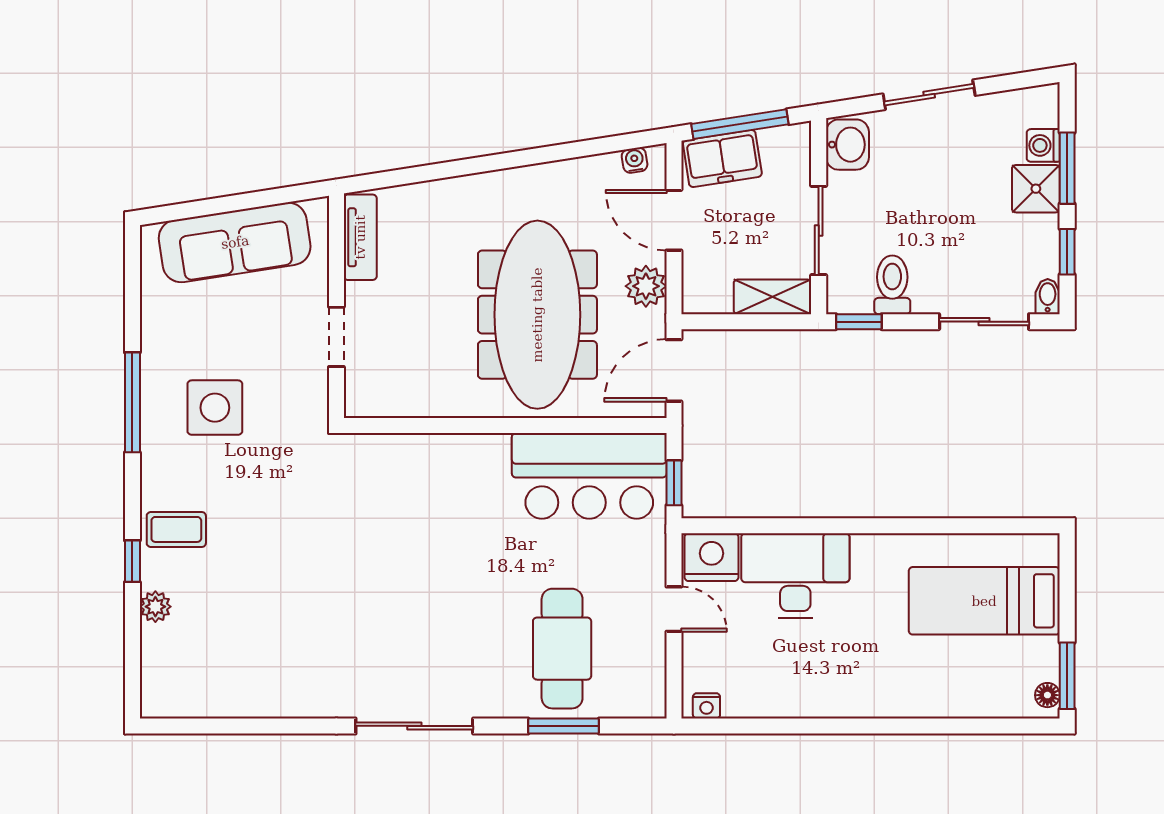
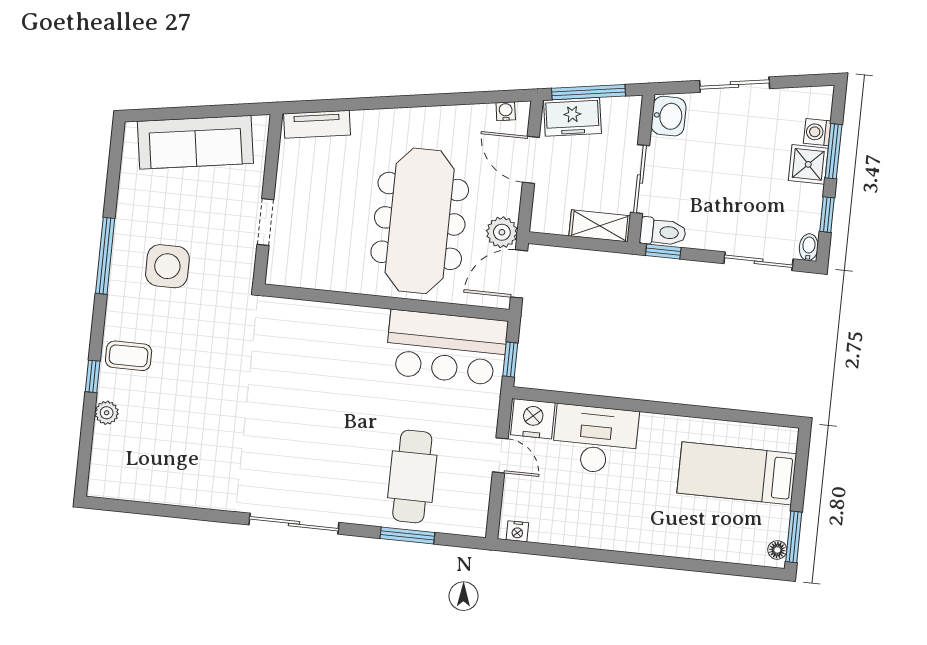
tv unit: (360, 237) -> (317, 124), moved, turned 81
toilet: (892, 285) -> (663, 232), moved, turned 90
plant: (646, 286) -> (502, 232), moved

